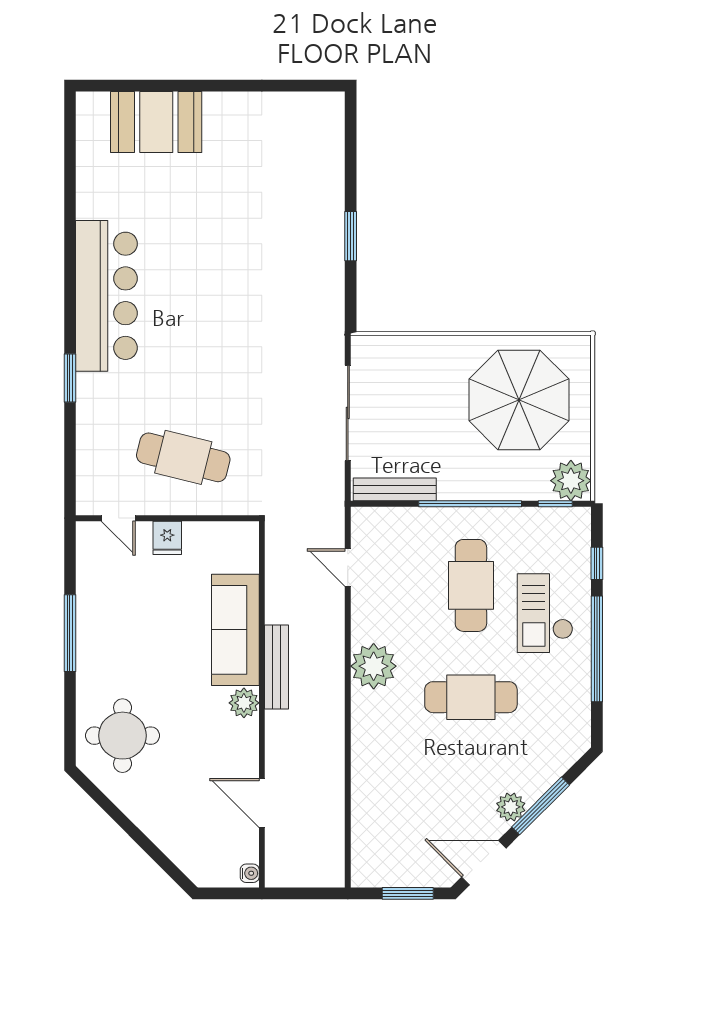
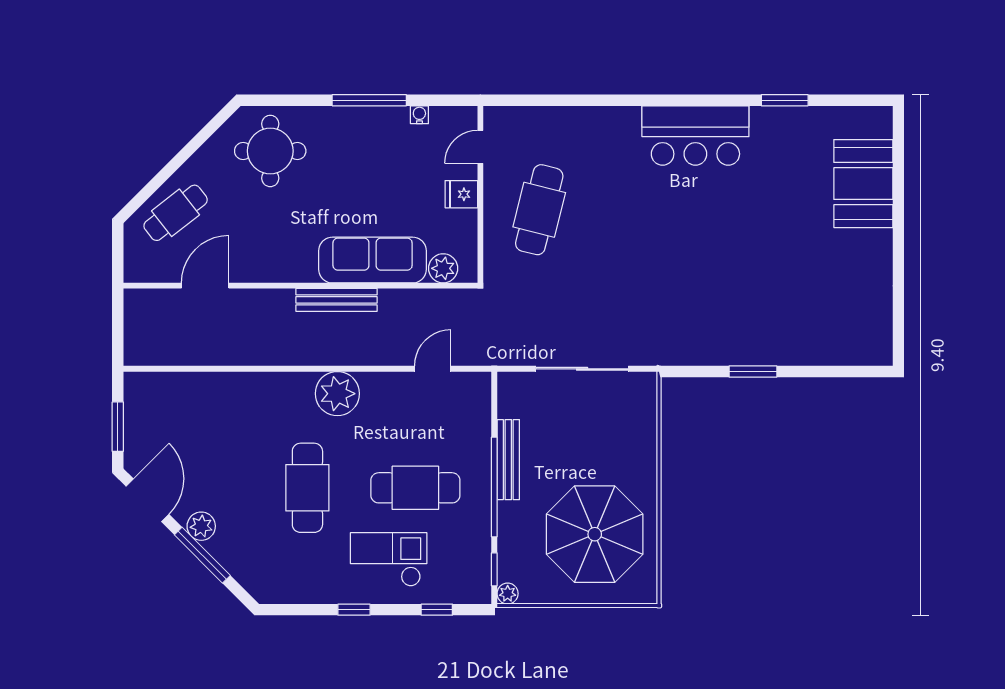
bar counter: (106, 296) -> (695, 135), width x0.73
window: (70, 378) -> (785, 100), moved
plant: (571, 481) -> (508, 594), width x0.53, depth x0.53
bench: (395, 489) -> (508, 460), moved
window: (597, 649) -> (354, 610), width x0.32
plant: (244, 703) -> (443, 268), moved
cafe table: (186, 834) -> (176, 213), added
water cooler: (250, 873) -> (419, 115), moved, turned 180

